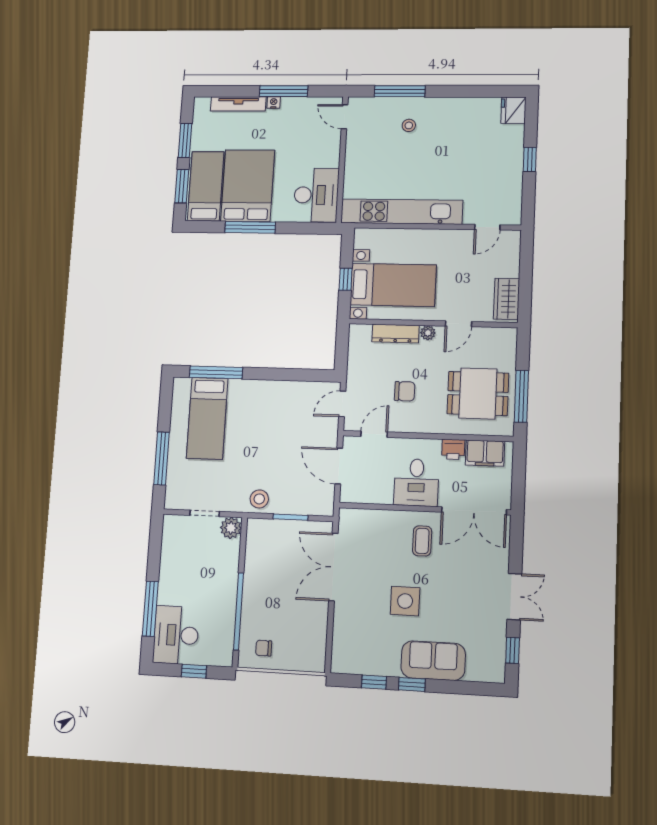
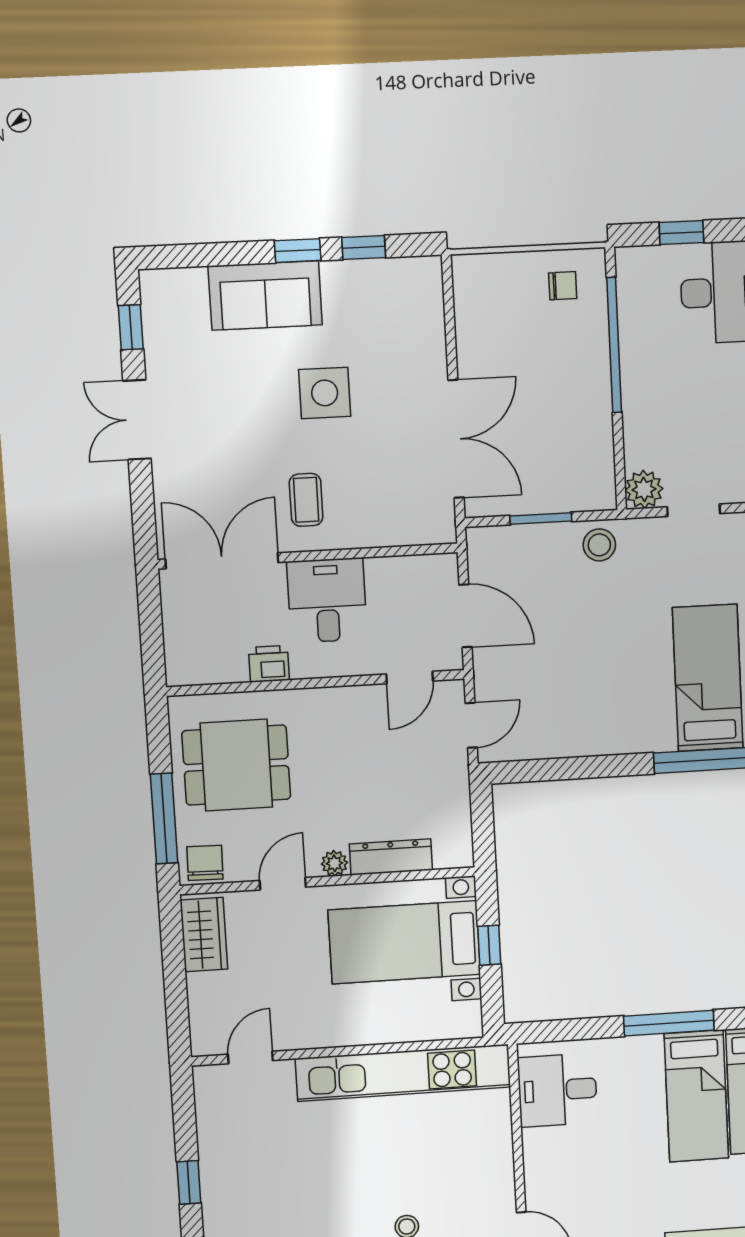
bed: (248, 186) -> (696, 1096), width x0.67
desk: (316, 195) -> (557, 1090), width x0.73
chair: (405, 391) -> (205, 863), moved, turned 91
window: (521, 396) -> (164, 818), moved
filing cabinet: (485, 453) -> (213, 663), removed

